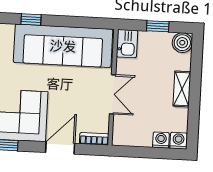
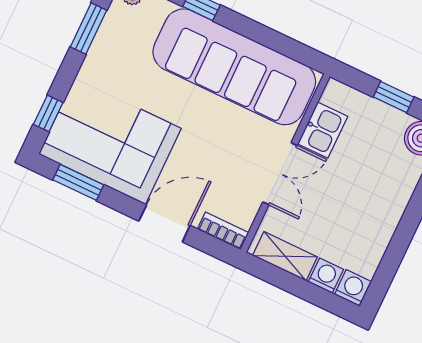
kitchen sink: (127, 44) -> (323, 130), moved
shelving: (182, 89) -> (285, 256), moved, turned 90

